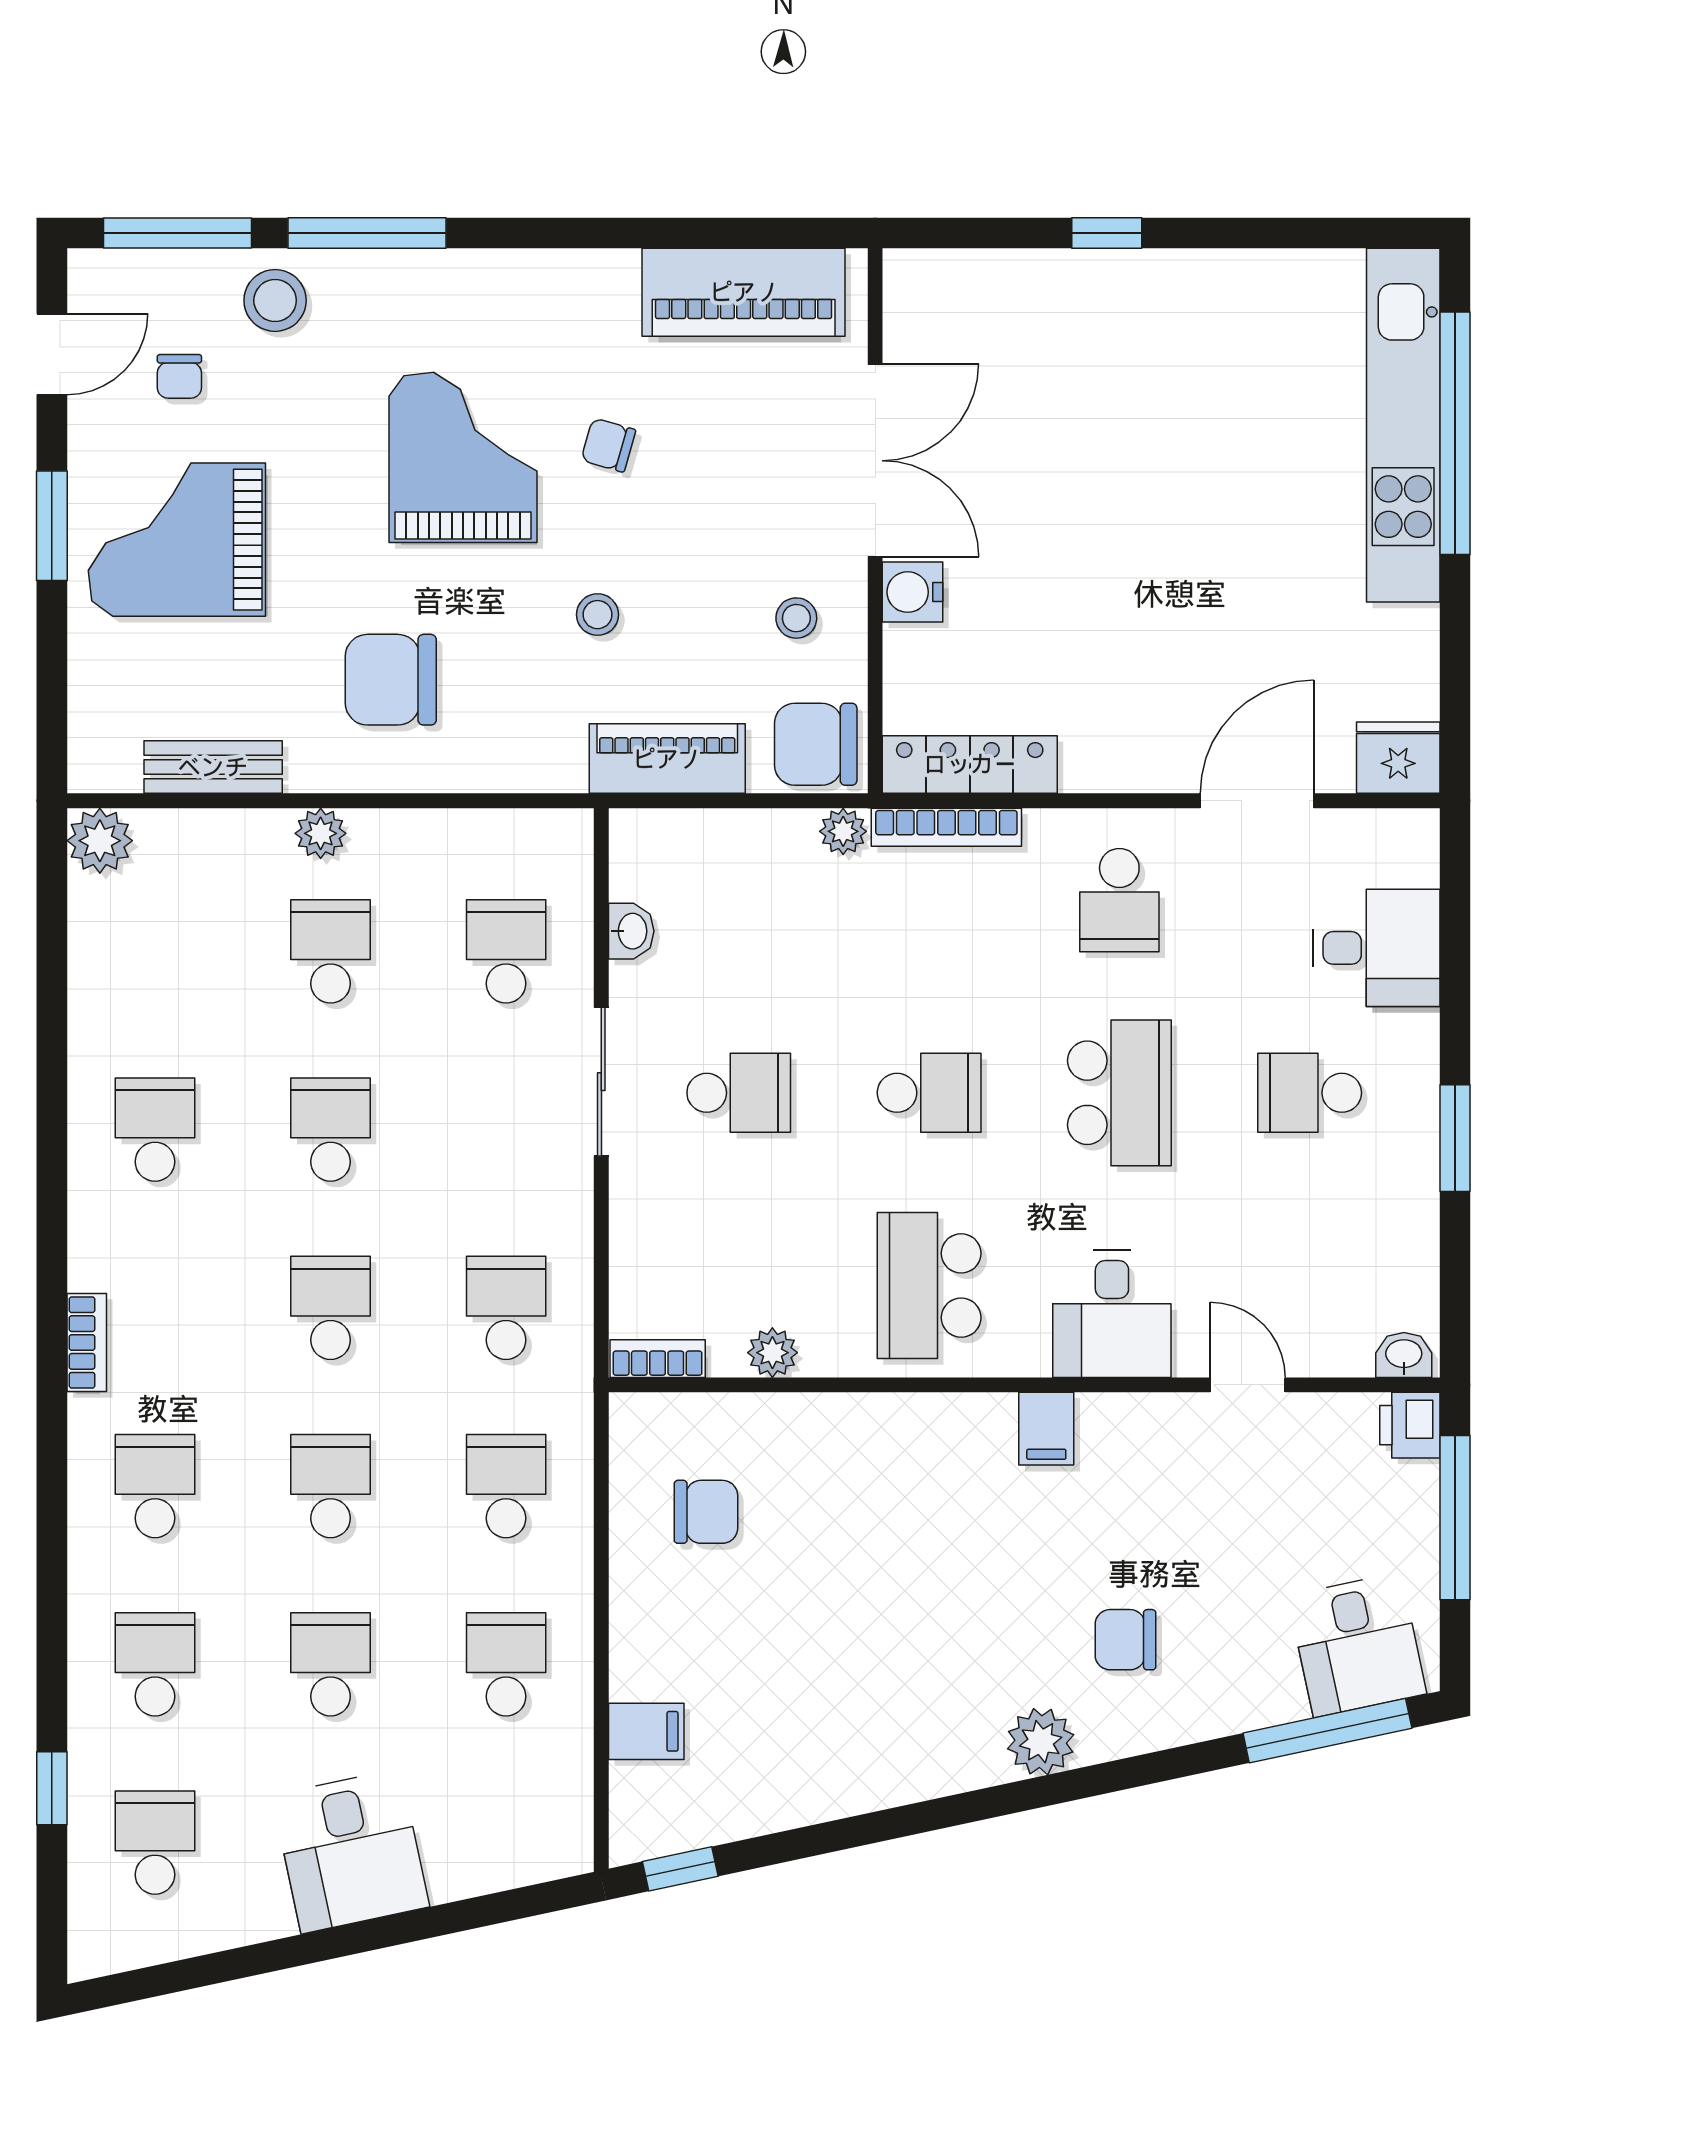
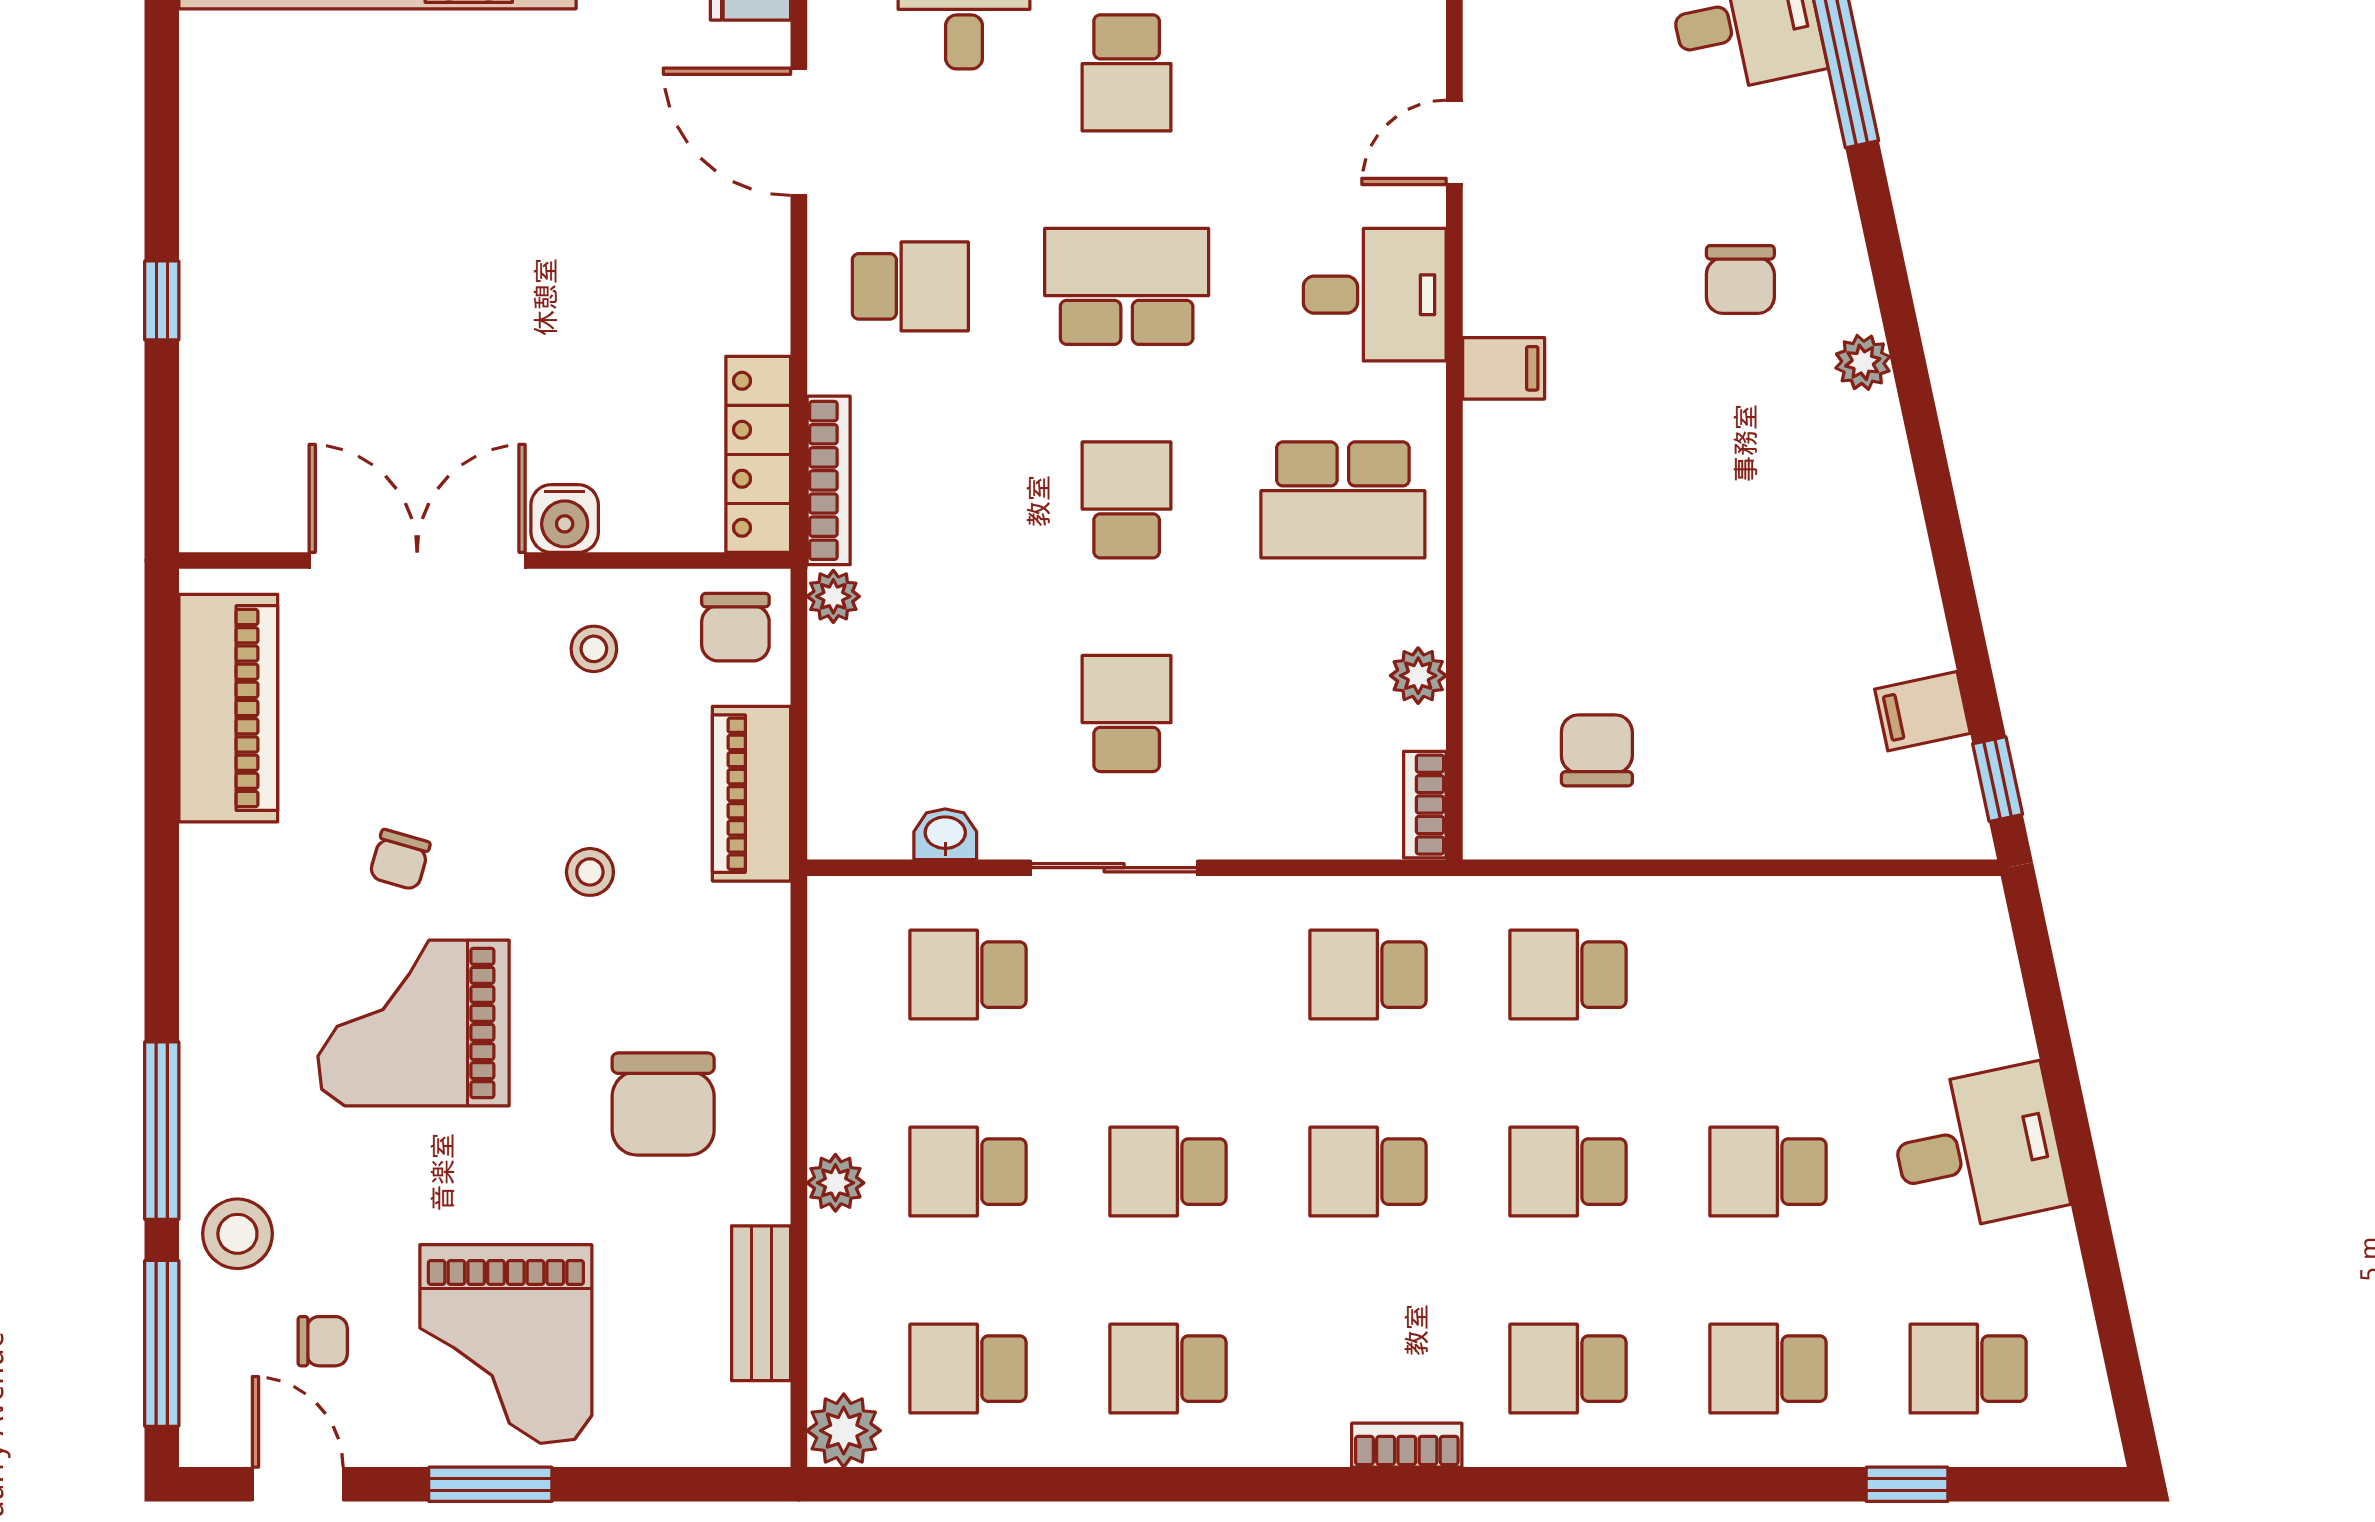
chair: (816, 744) -> (735, 627), width x0.73, depth x0.73
school desk: (506, 1664) -> (968, 1369), moved
filing cabinet: (646, 1731) -> (1922, 711), moved, turned -102
plant: (1041, 1742) -> (1863, 362), width x0.73, depth x0.73

